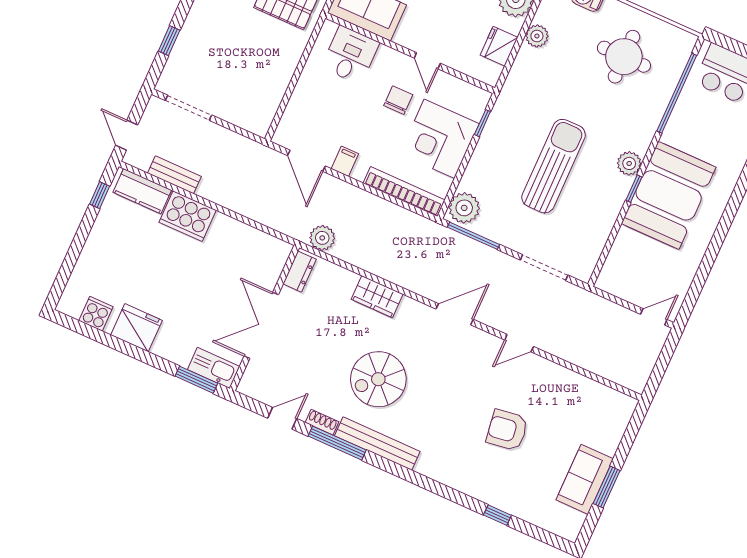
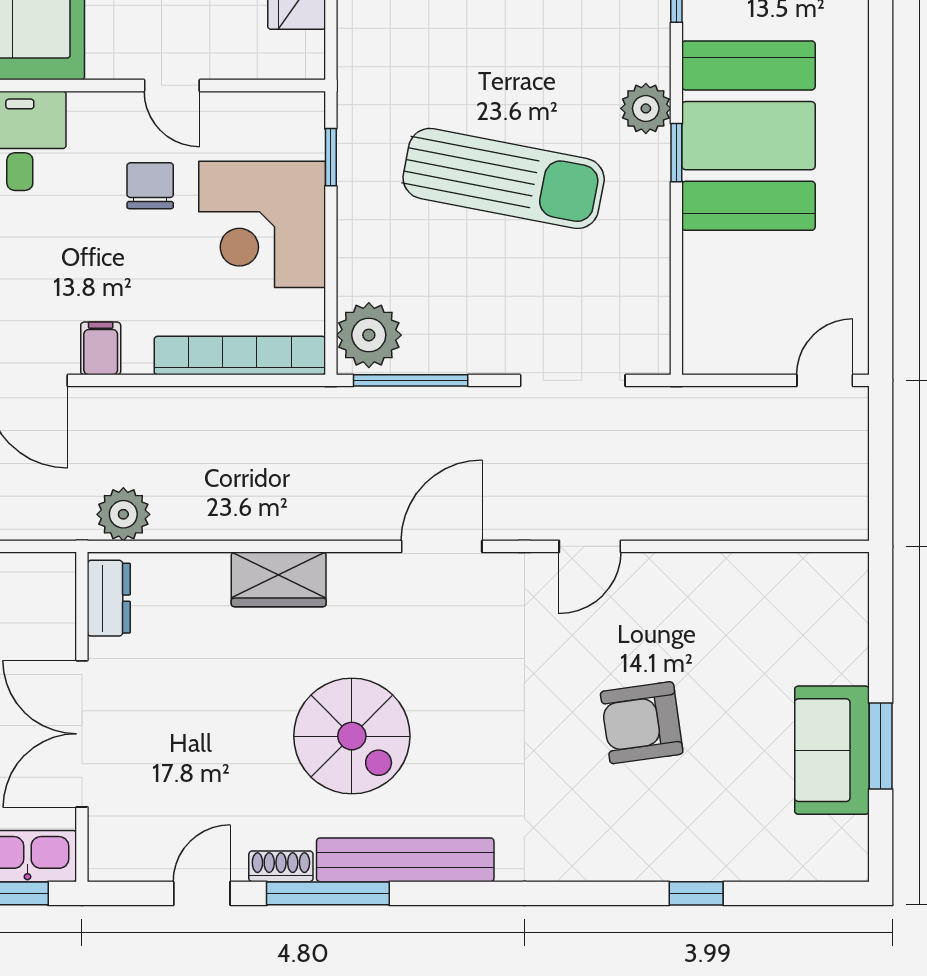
sun lounger: (554, 166) -> (504, 178), turned 101
spiral stairs: (378, 379) -> (352, 736), turned -90

